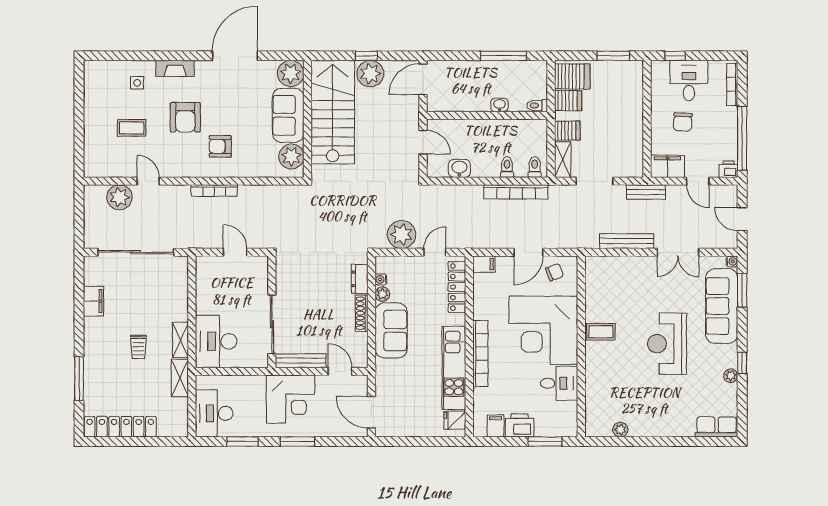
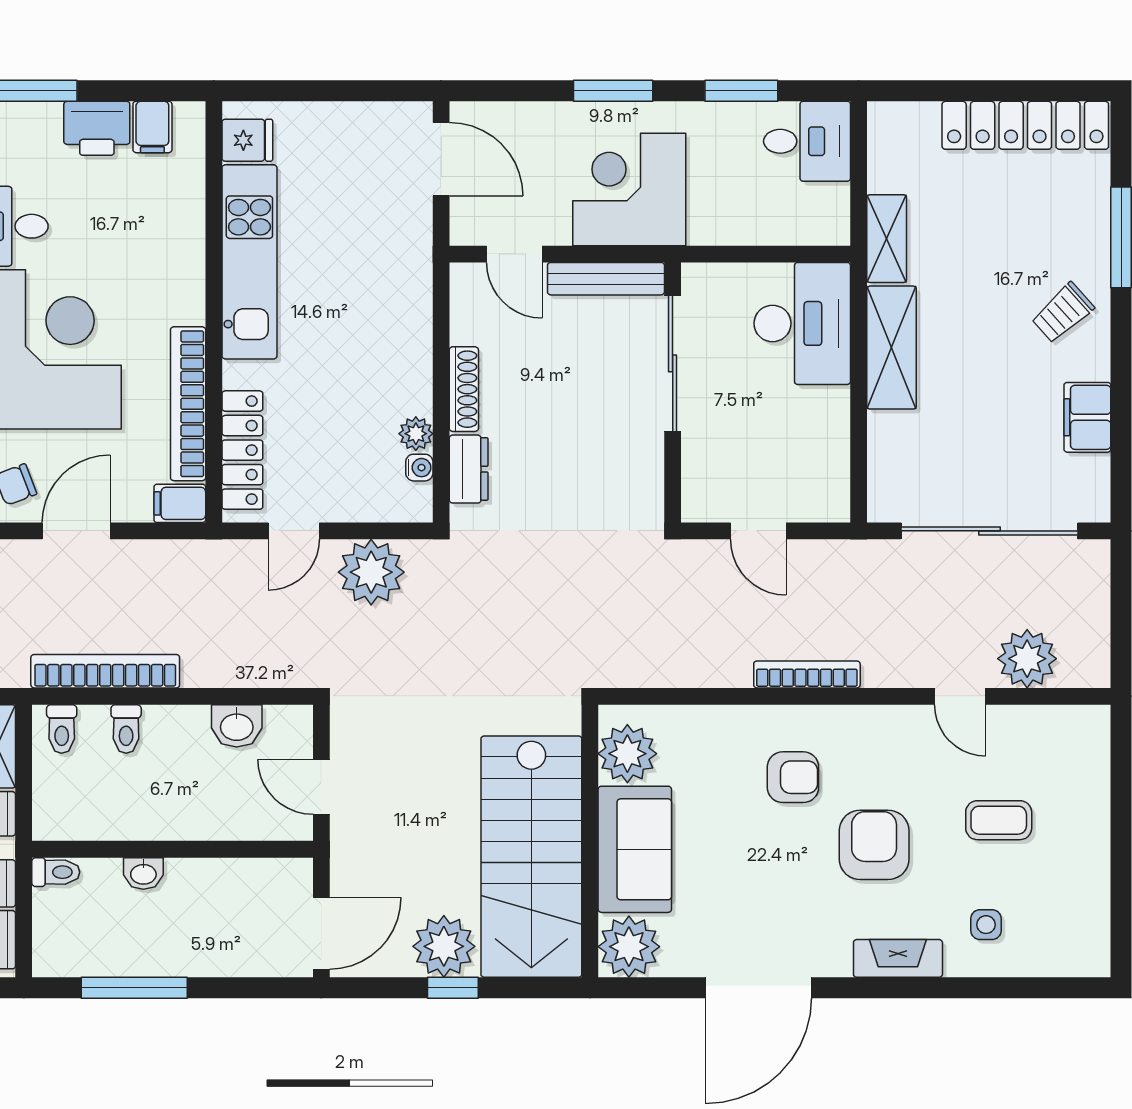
sofa: (391, 330) -> (396, 349), removed
shelving: (180, 340) -> (892, 348), width x1.50, depth x1.33
trolley: (138, 347) -> (1063, 313), moved, turned -132
bookcase: (480, 353) -> (188, 404), moved
desk: (214, 413) -> (807, 141), width x0.73

